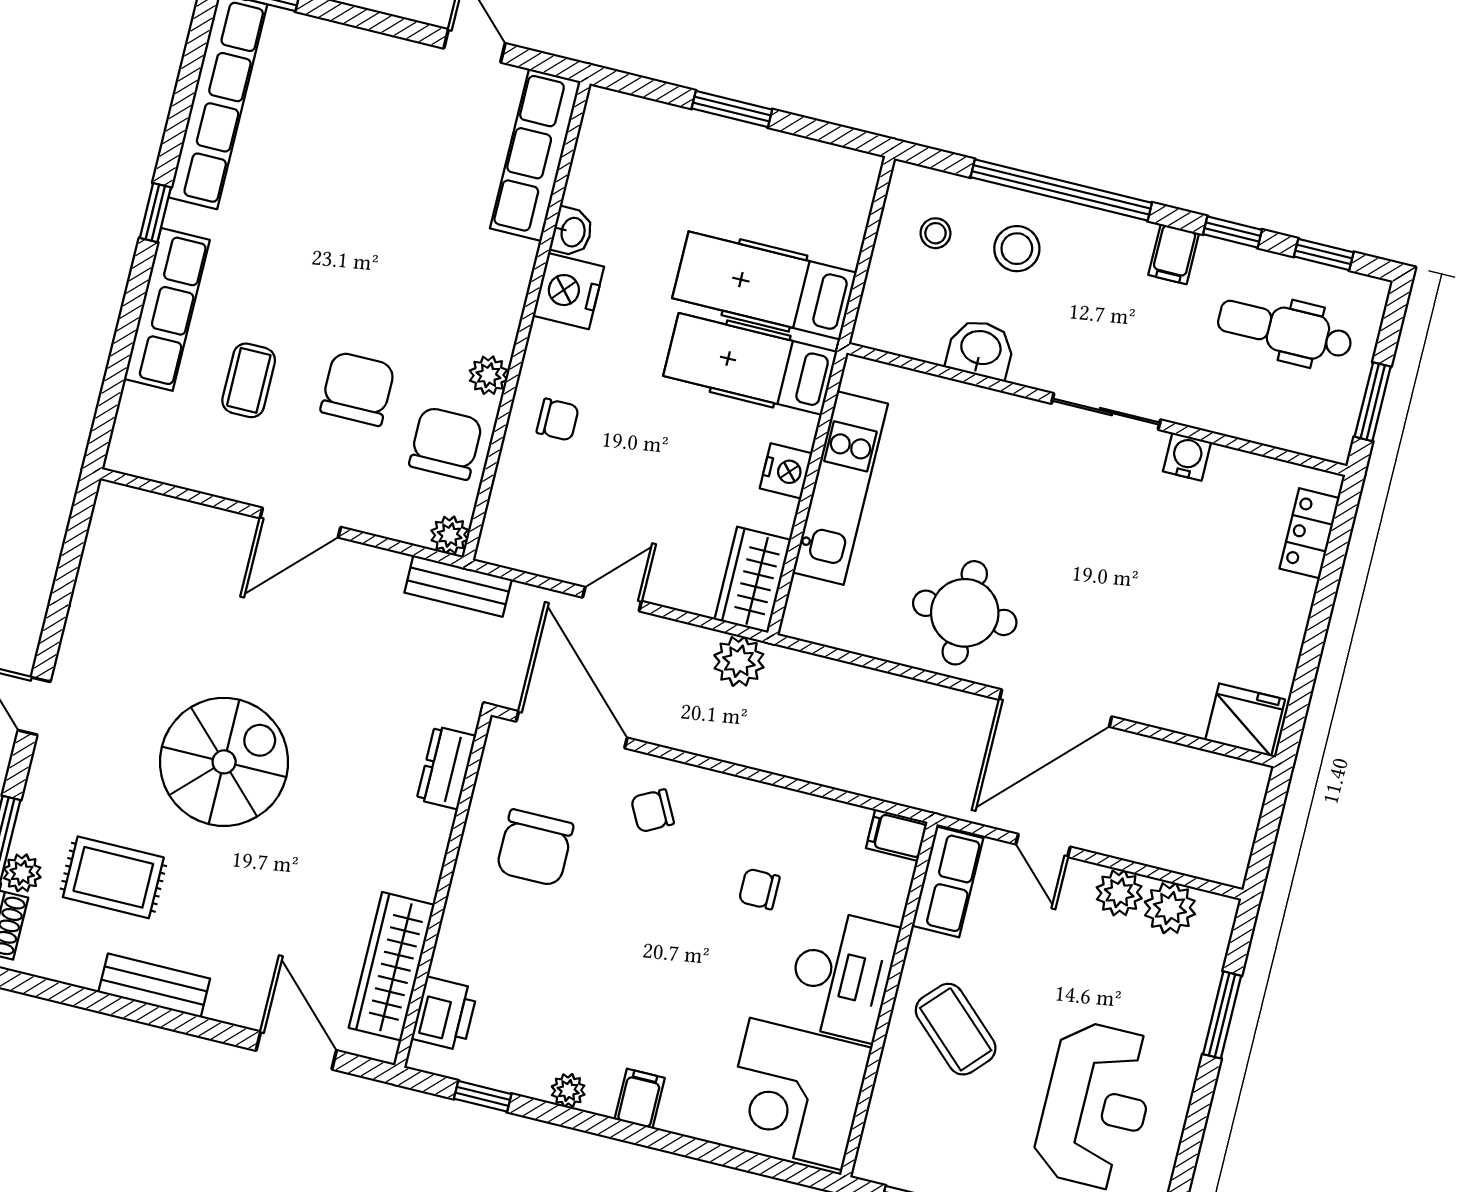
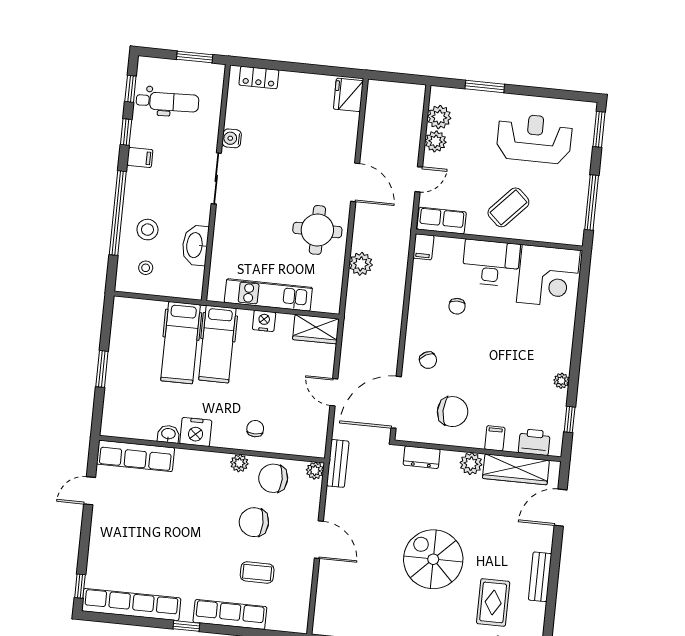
dental chair: (1285, 330) -> (167, 102), turned -92
washbasin: (981, 349) -> (195, 245), width x1.38
plant: (739, 661) -> (361, 264), moved
door: (1056, 708) -> (355, 182), width x0.73
plant: (418, 872) -> (471, 464), added
filing cabinet: (640, 1099) -> (495, 438), moved, turned 90

